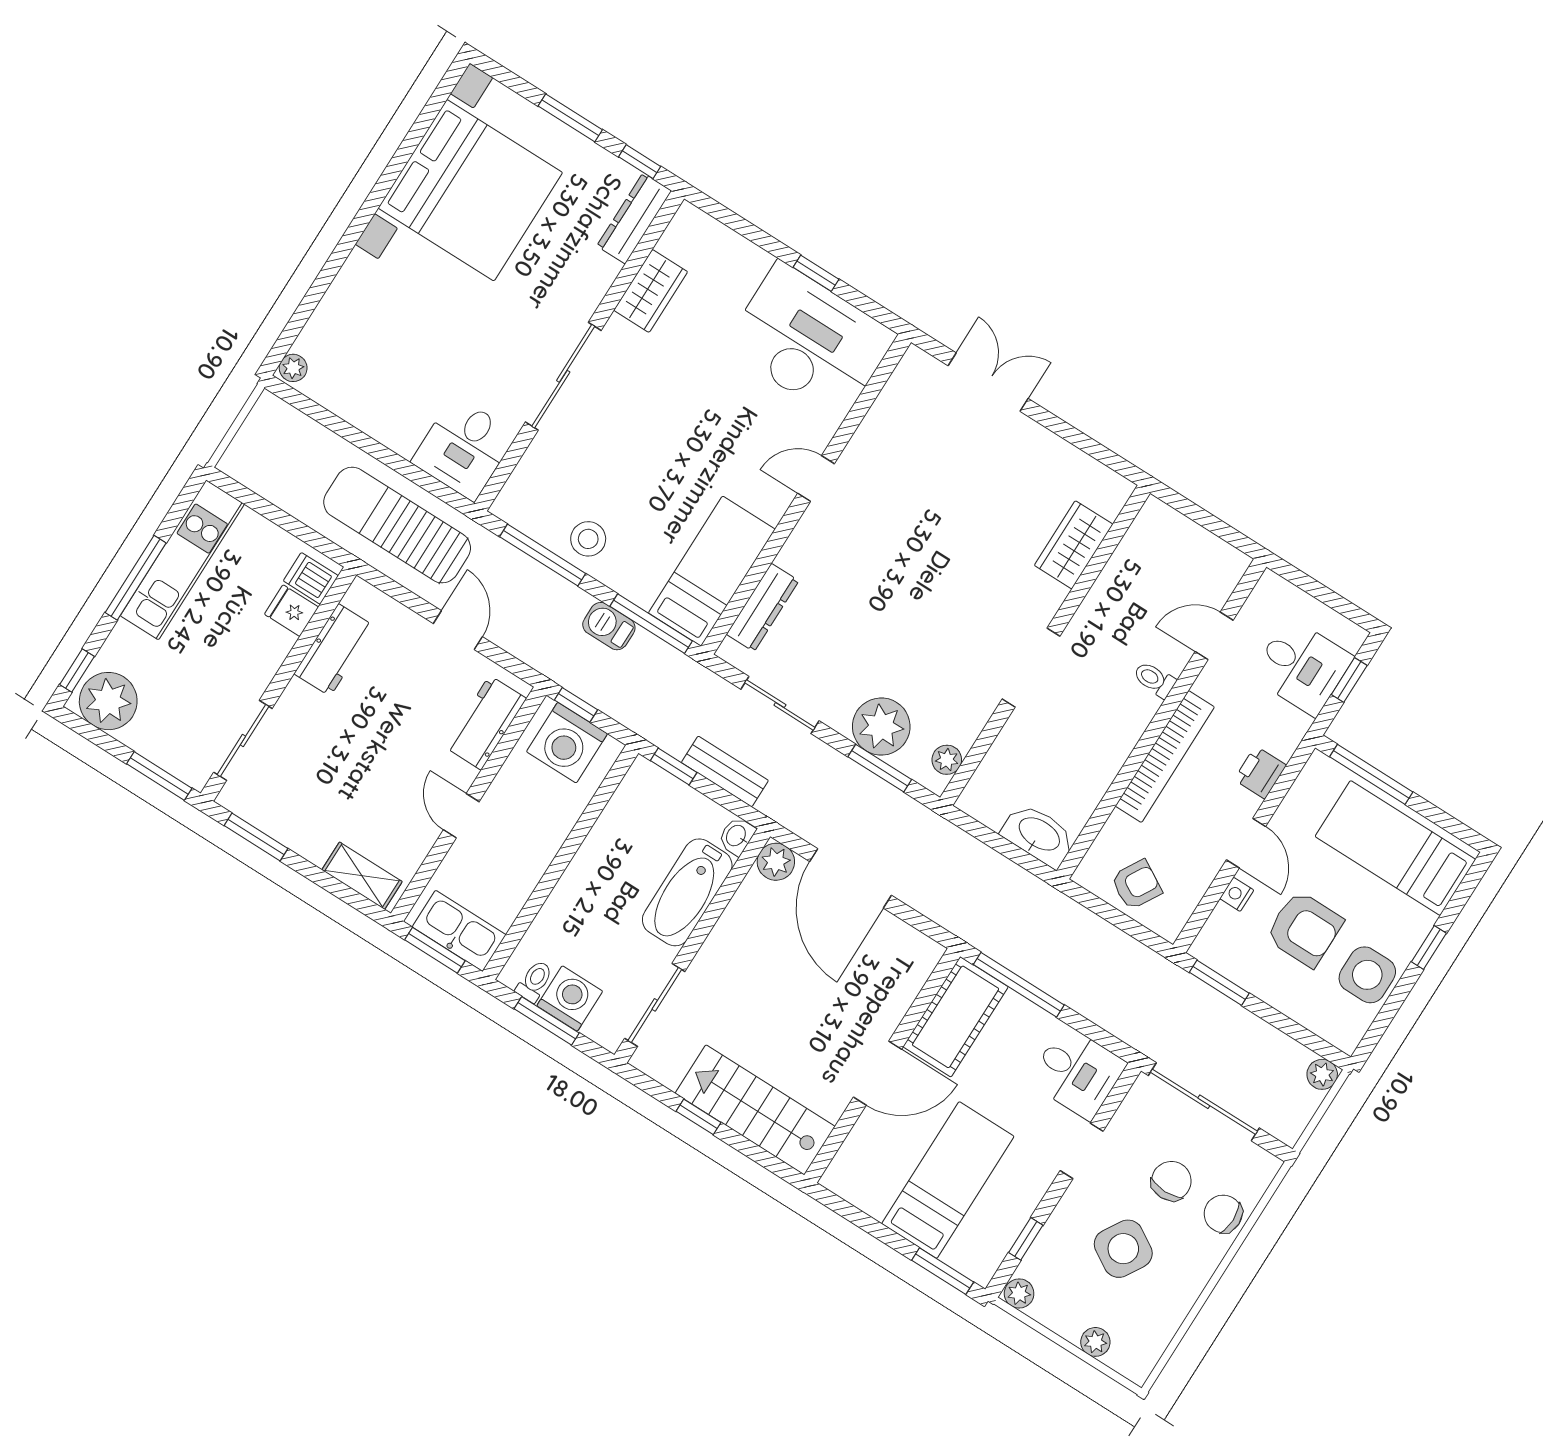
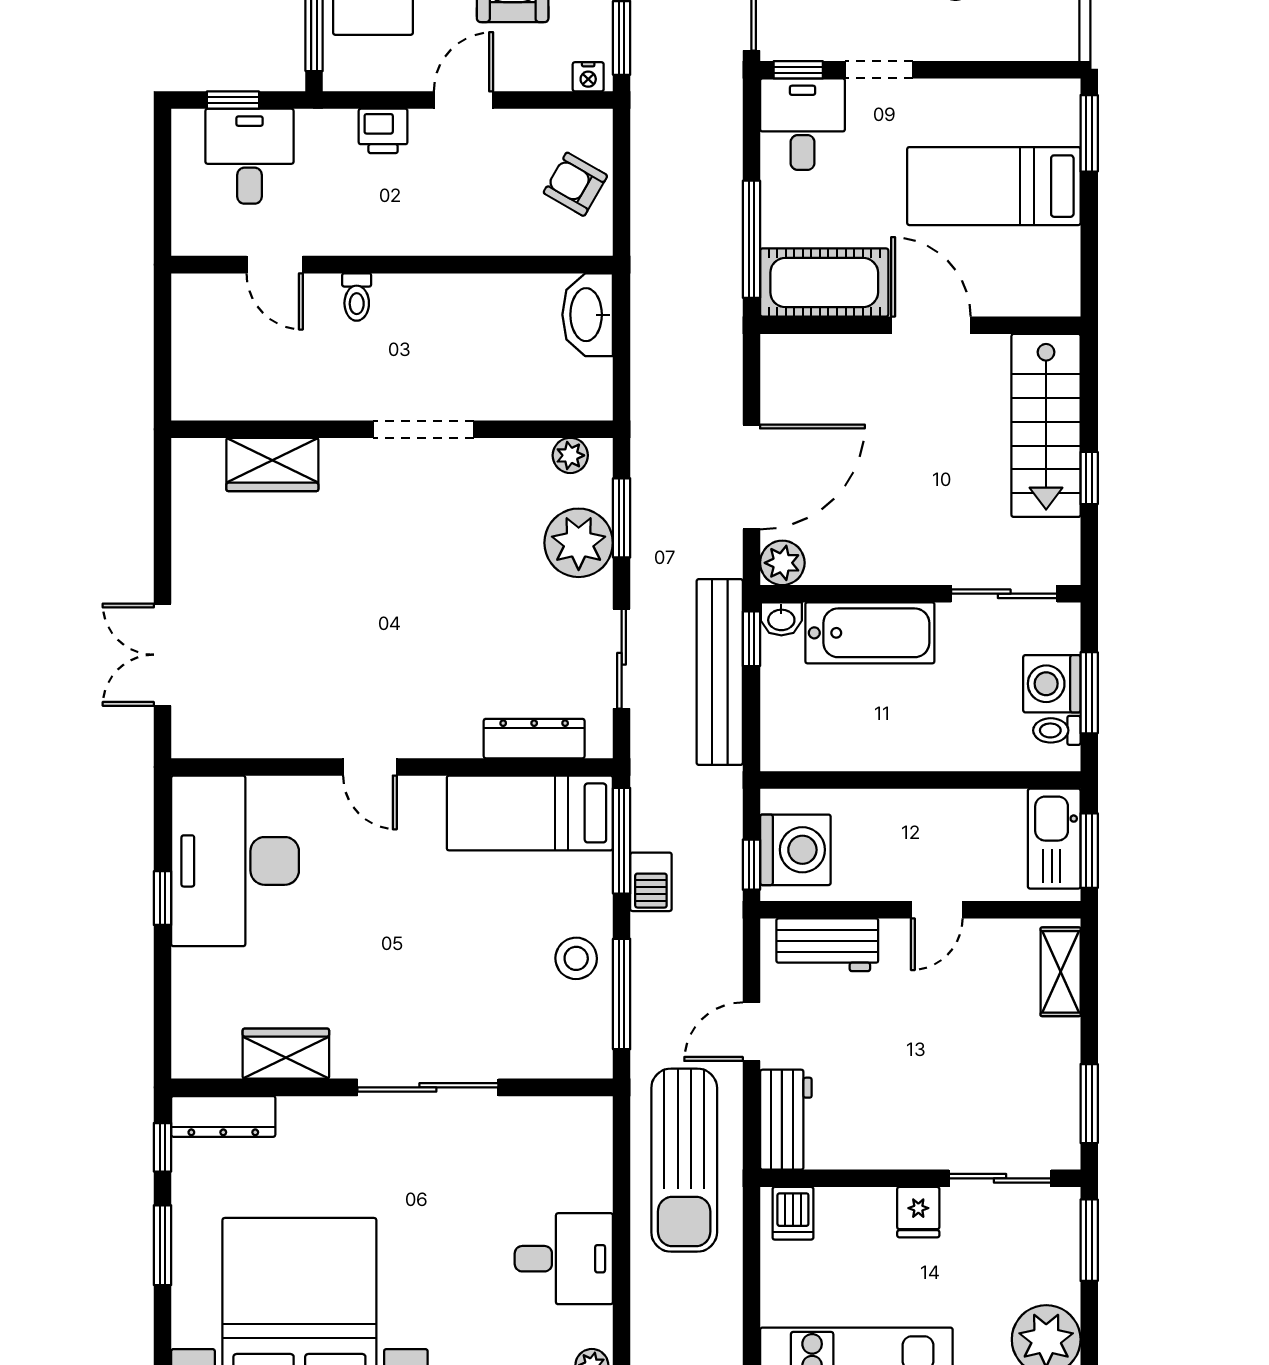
desk: (464, 448) -> (564, 1259), moved
fridge: (291, 611) -> (918, 1212), moved
workbench: (334, 650) -> (786, 1120), moved, turned 90
bookcase: (1165, 757) -> (428, 237), removed
window: (674, 767) -> (751, 639), moved
bench: (725, 771) -> (720, 672), width x1.86, depth x1.21
nightstand: (1237, 894) -> (588, 77), moved
window: (1026, 1239) -> (798, 70), moved
plant: (1019, 1293) -> (1063, 42), removed

